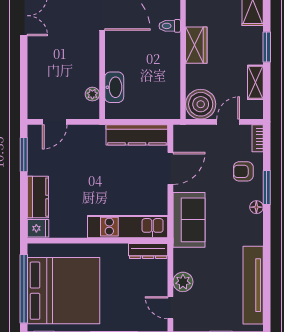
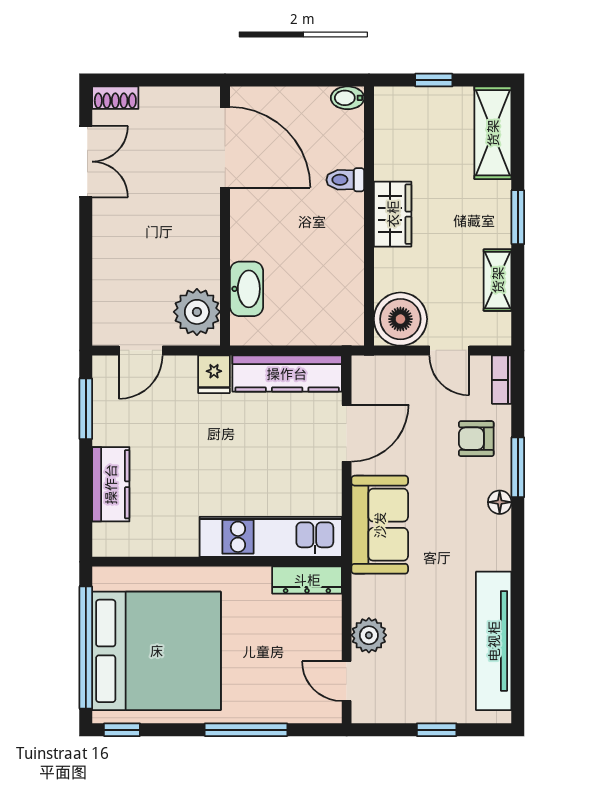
plant: (92, 94) -> (197, 312), width x1.88, depth x1.88
door: (228, 122) -> (449, 350), swing flipped
fridge: (38, 228) -> (214, 374), moved, turned 90

